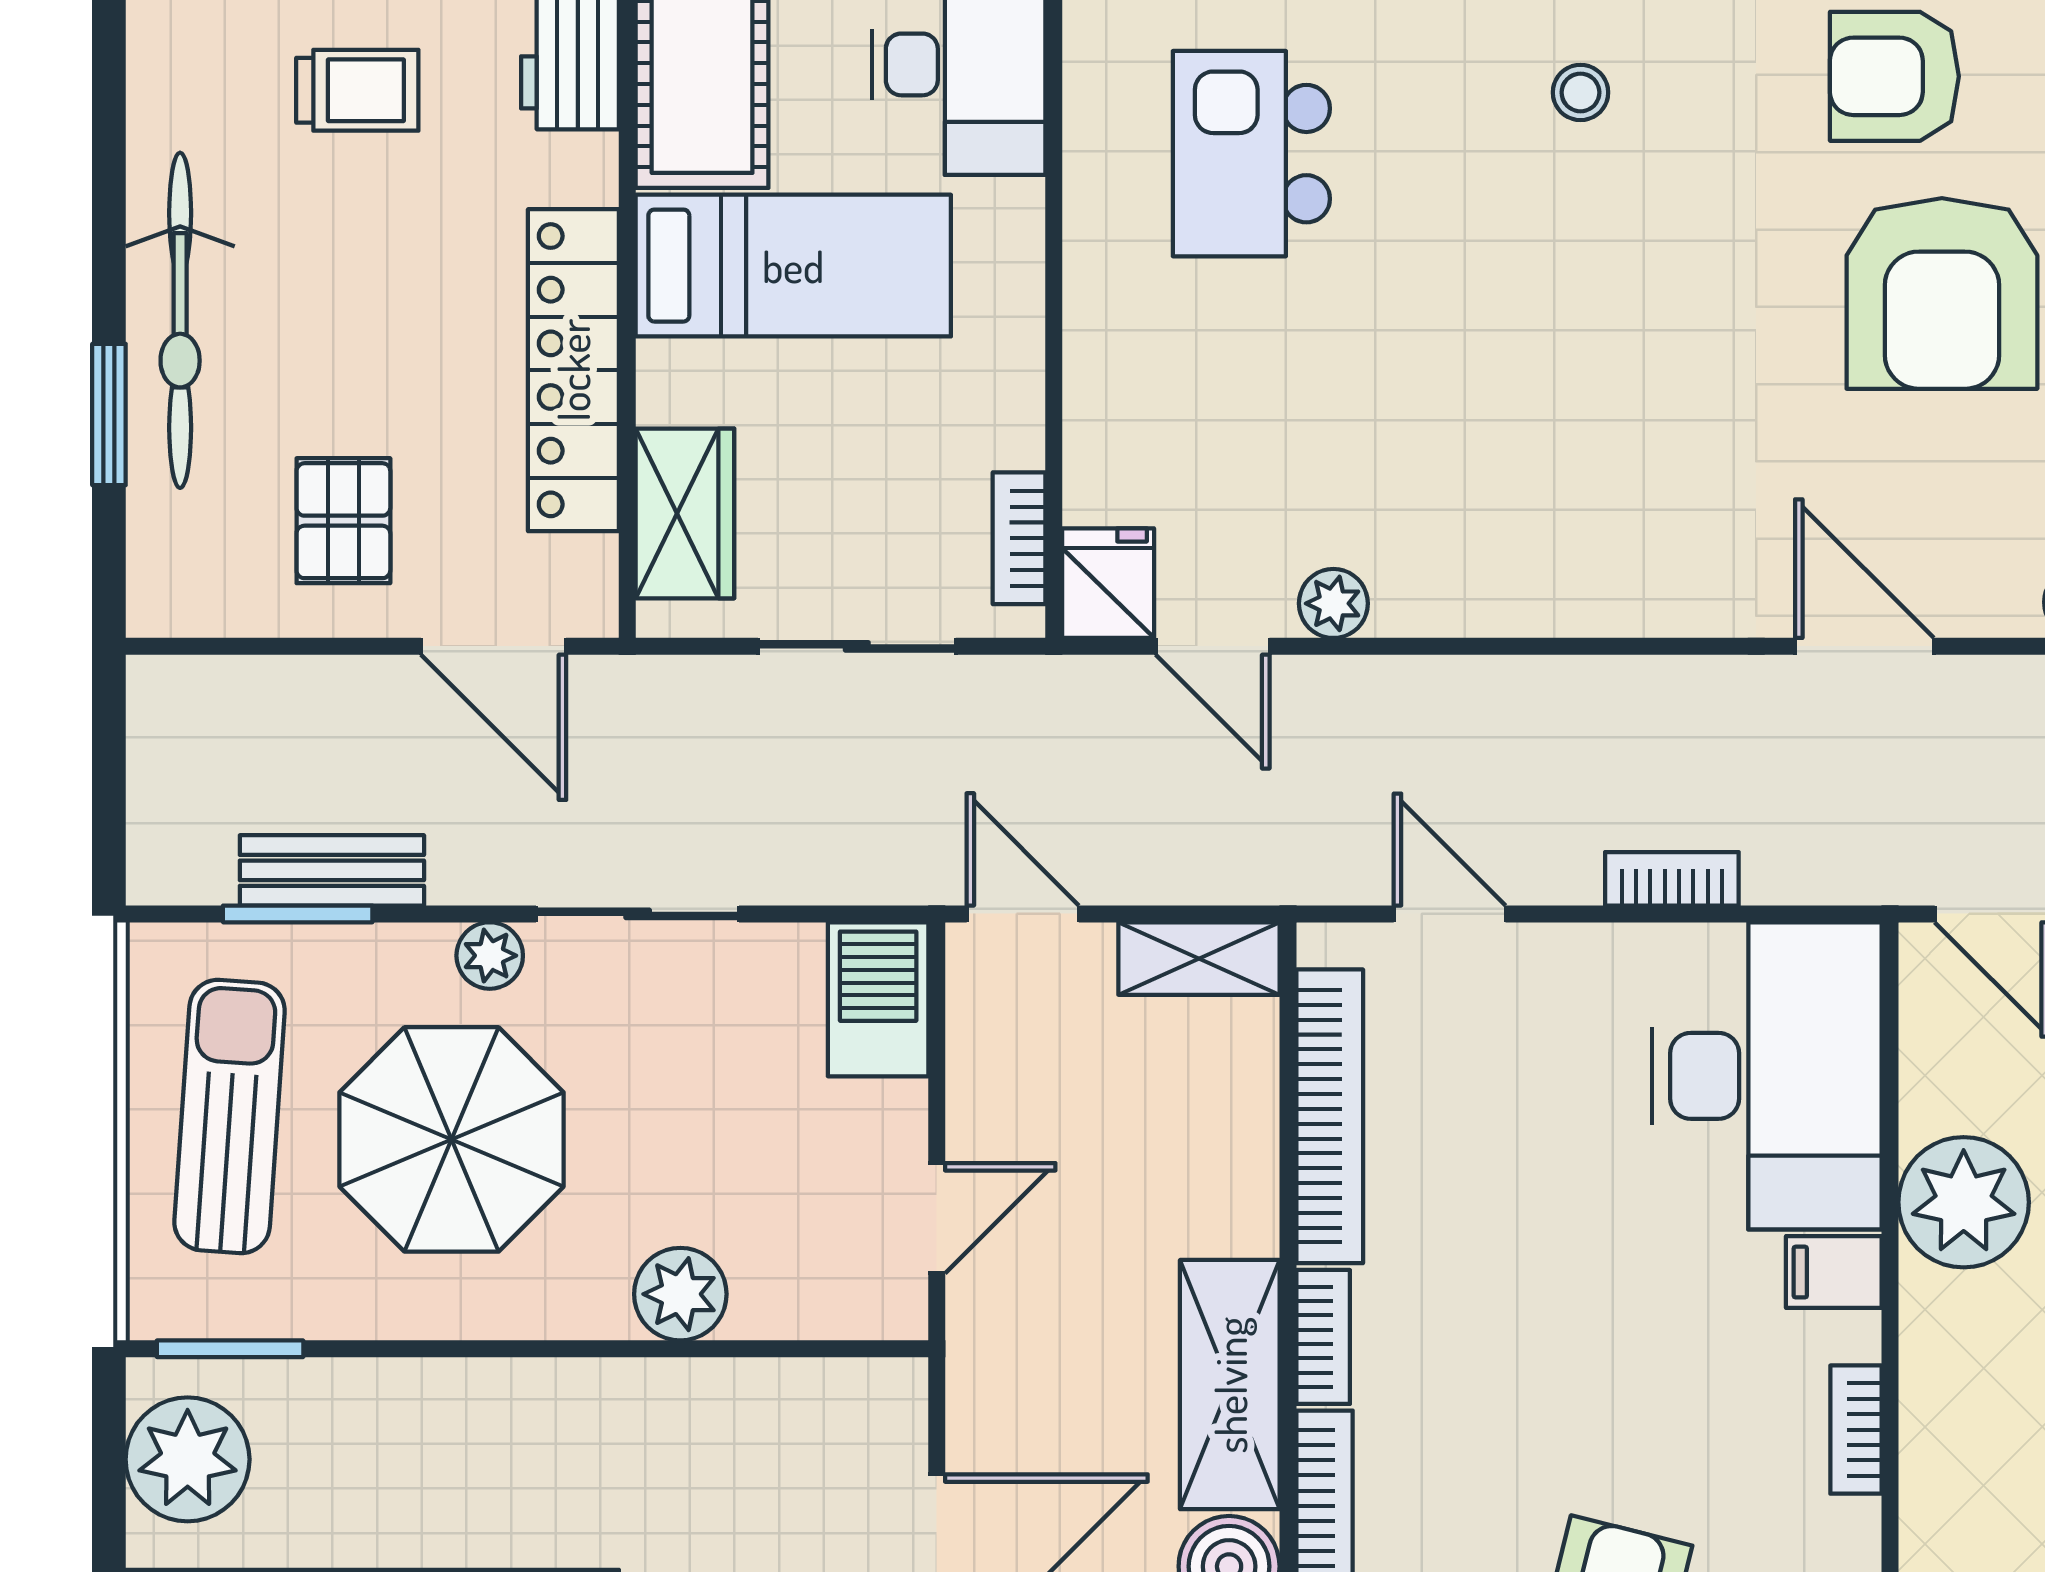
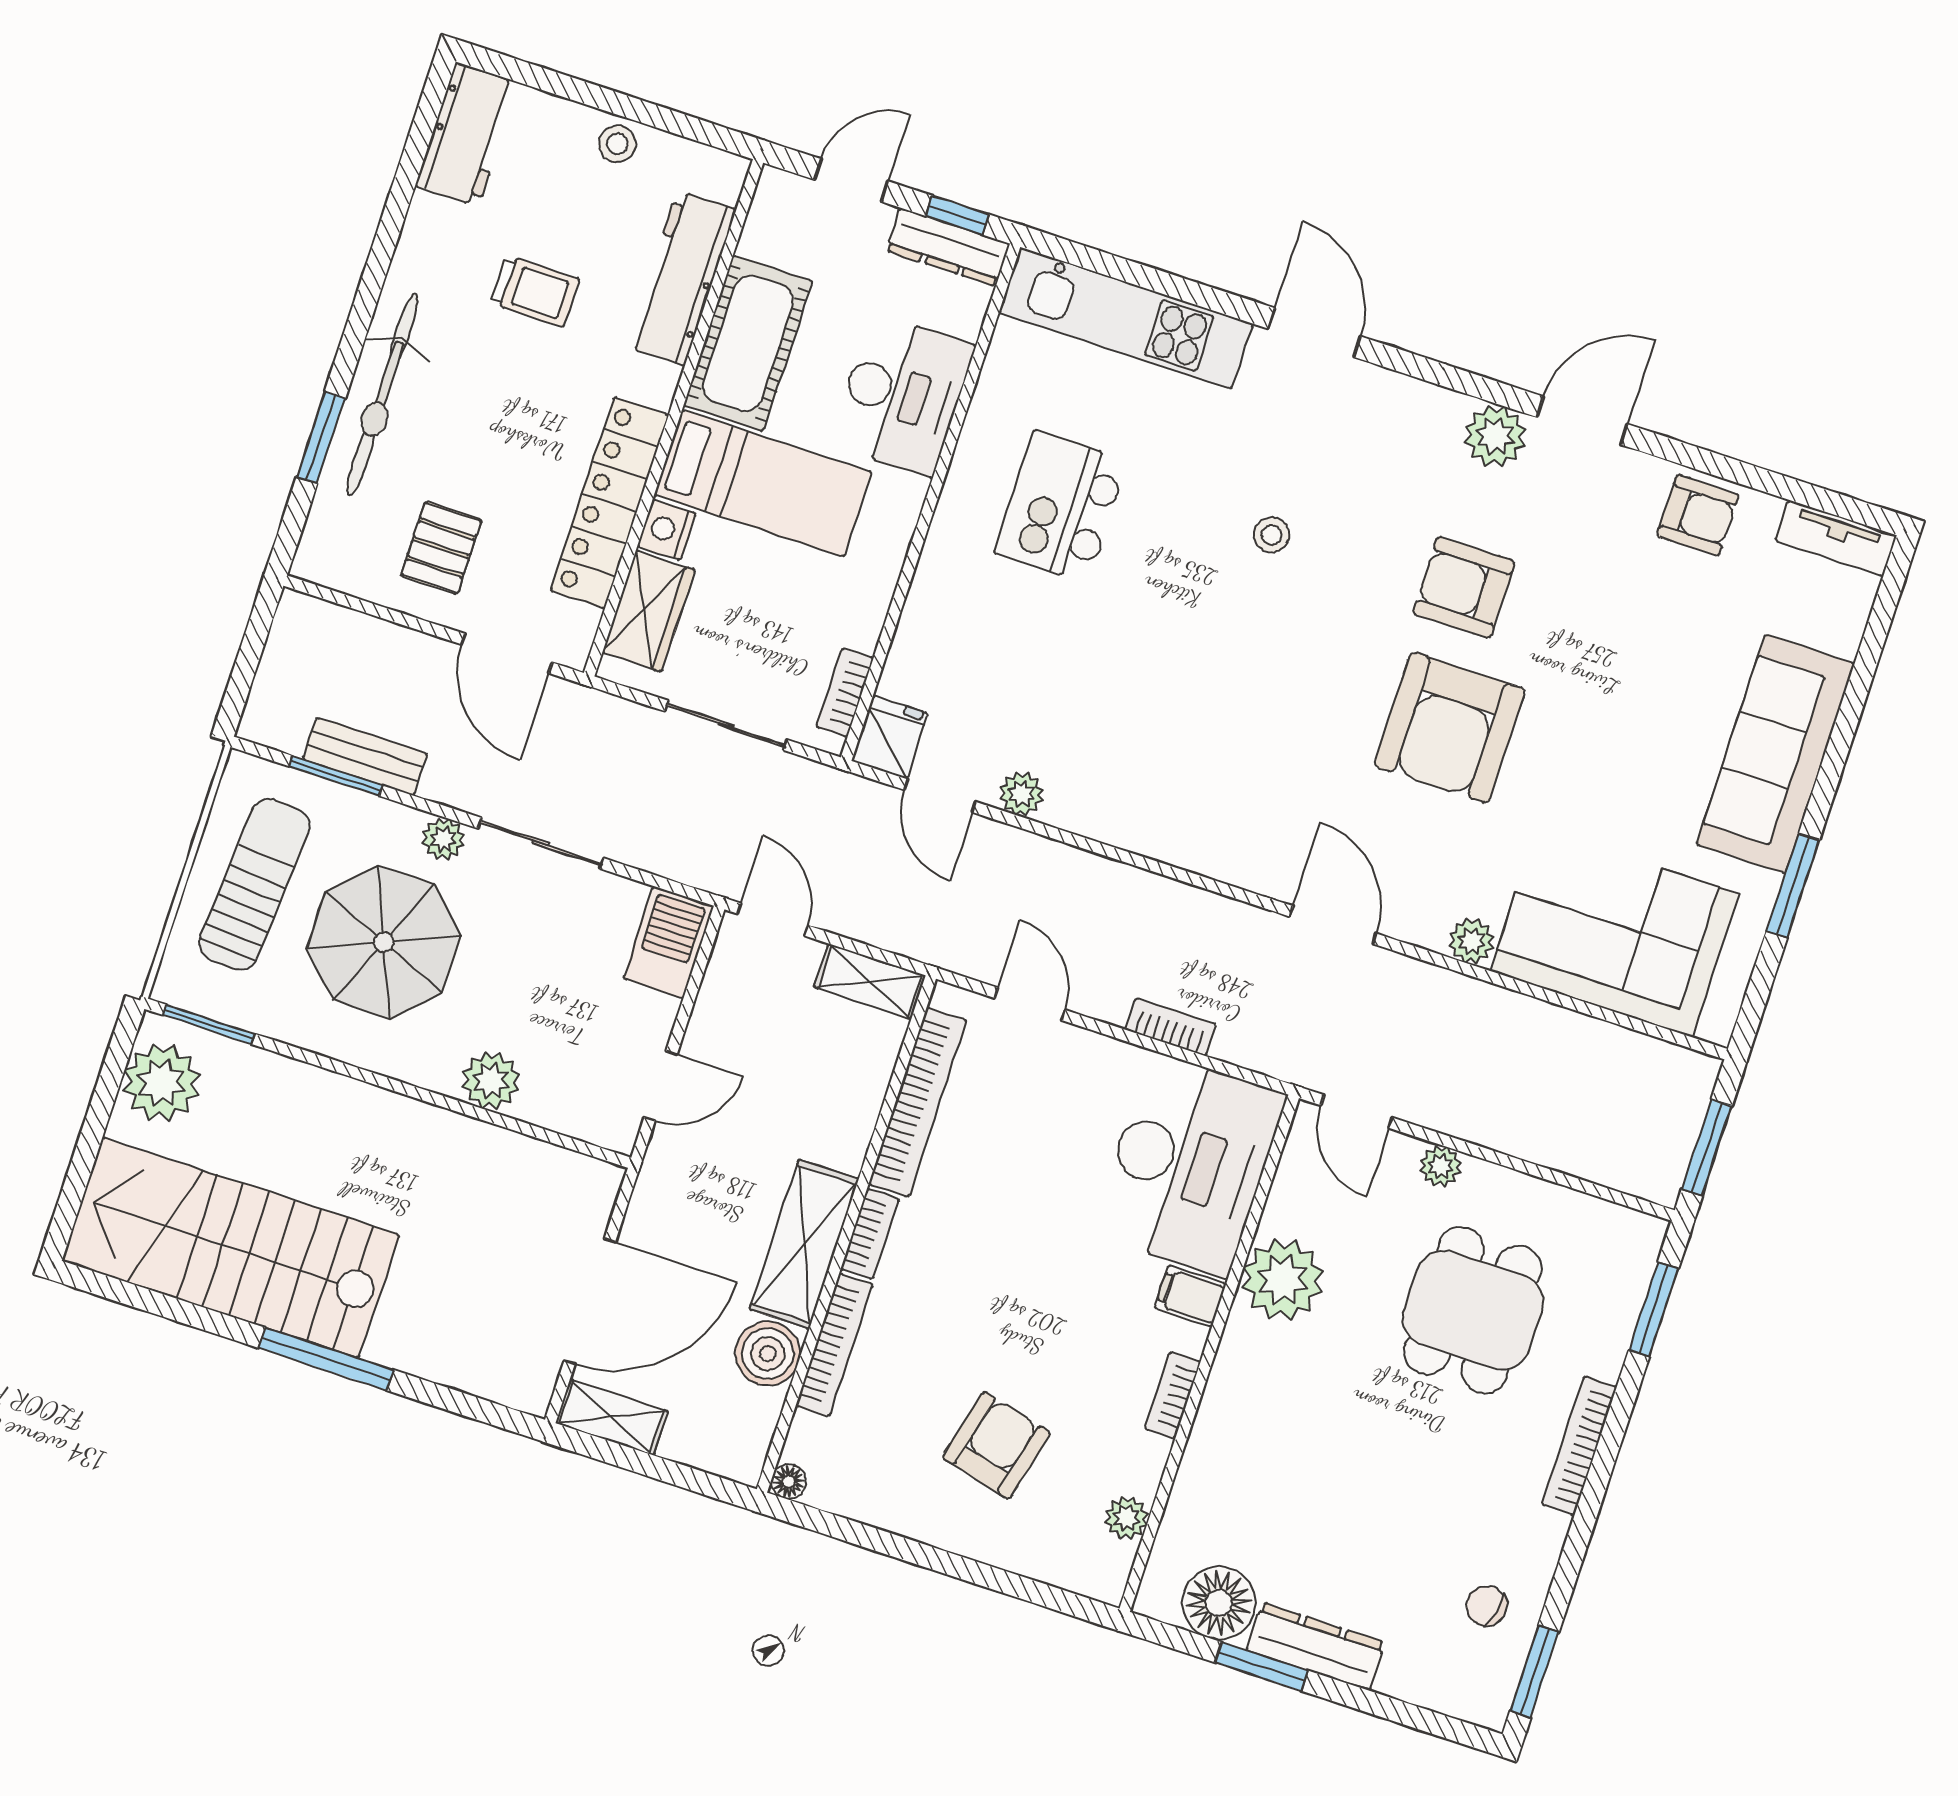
nightstand: (672, 383) -> (667, 530), added

